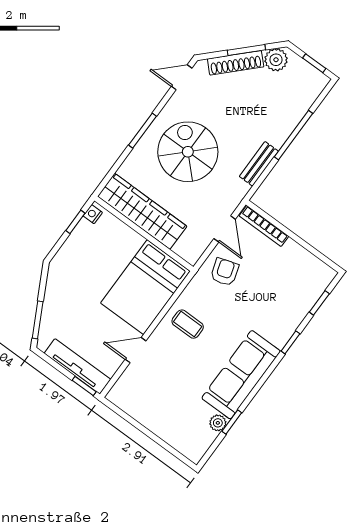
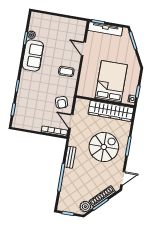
spiral stairs: (188, 152) -> (104, 147), turned -90
bed: (145, 287) -> (111, 82), moved
door: (136, 350) -> (83, 49), swing flipped
sofa: (241, 375) -> (33, 55), width x0.73

